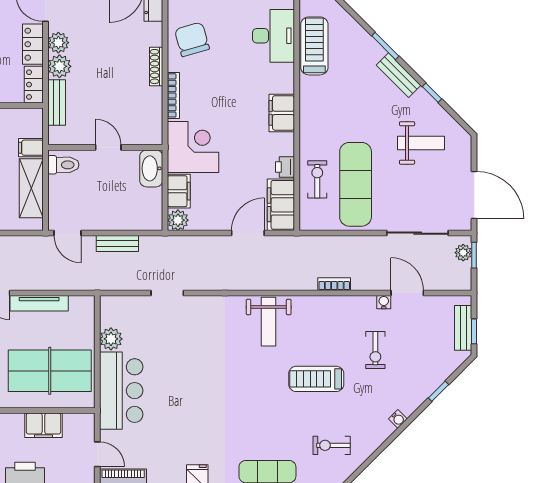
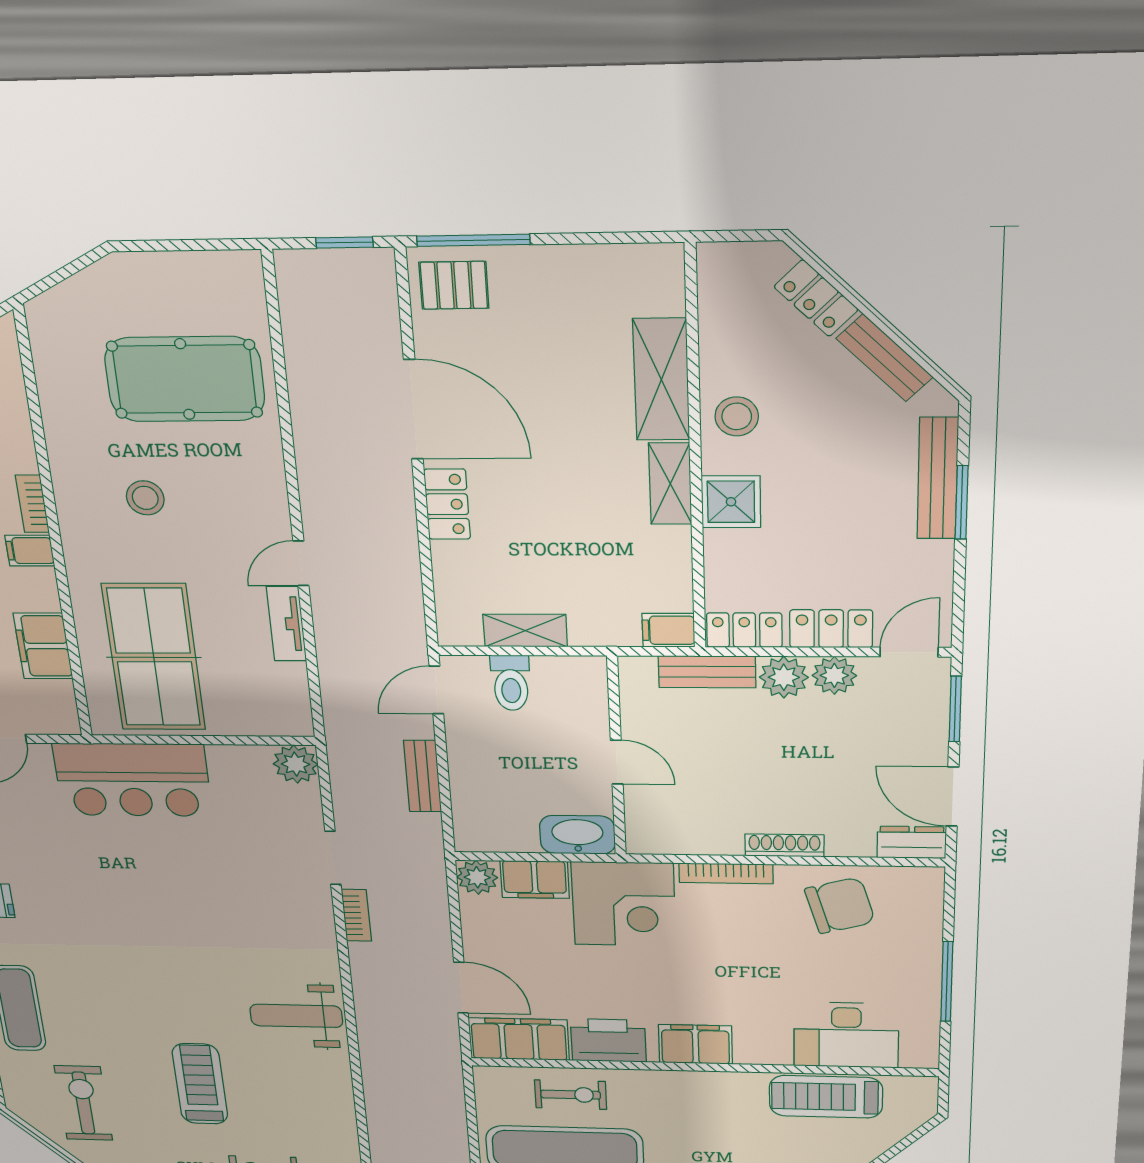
treadmill: (314, 46) -> (826, 1097), turned 180
door: (108, 147) -> (617, 762), hinge flipped
filing cabinet: (31, 148) -> (668, 630), moved, turned -90
toilet: (63, 165) -> (511, 683), moved
printer: (285, 167) -> (608, 1040), width x1.87, depth x1.48
shelving: (31, 188) -> (525, 631), width x0.67, depth x0.75
bookcase: (334, 284) -> (356, 915), moved
tv unit: (39, 303) -> (286, 624), width x0.71
plant: (111, 339) -> (296, 764), moved
exercise bike: (332, 445) -> (83, 1103), width x1.38, depth x1.39

